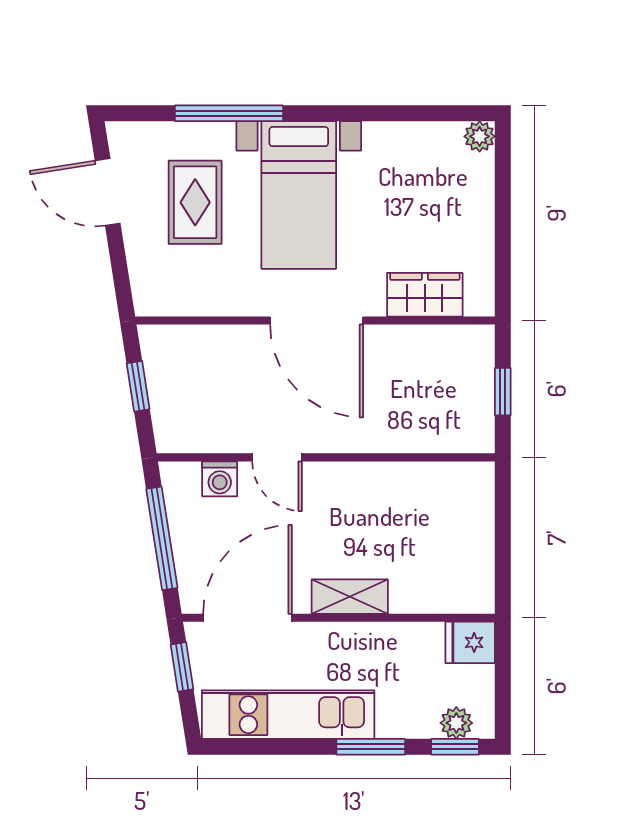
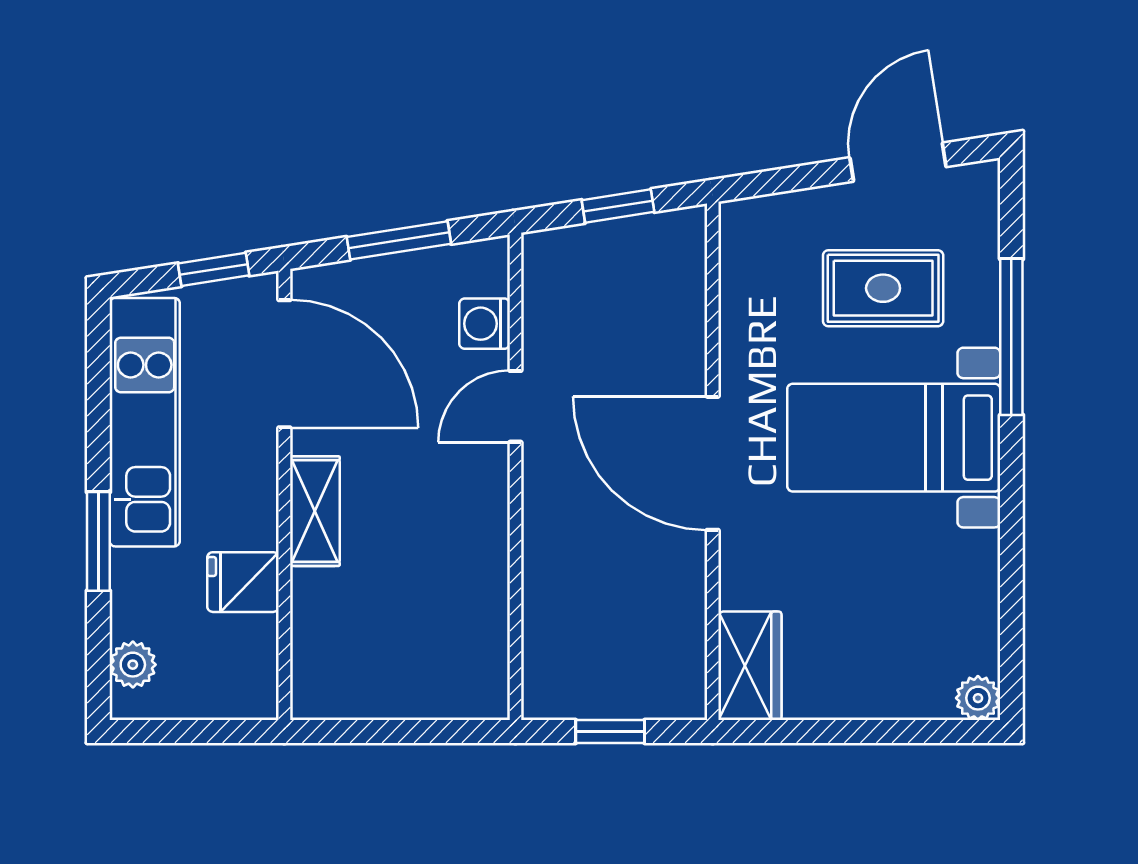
wardrobe: (425, 295) -> (750, 666), moved
door: (317, 321) -> (713, 463), hinge flipped
window: (162, 538) -> (399, 240), width x0.69
fridge: (470, 642) -> (243, 582), moved, turned -90
window: (455, 747) -> (98, 663), removed

